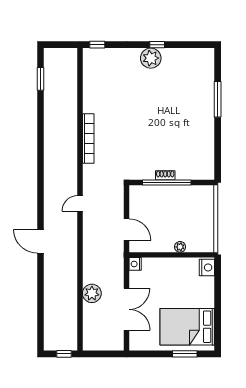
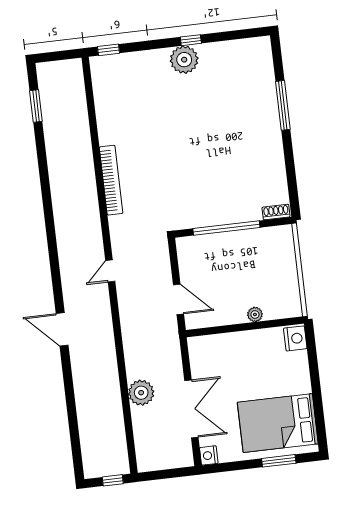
shoe rack: (165, 175) -> (276, 212), moved
nightstand: (135, 264) -> (209, 455), moved

